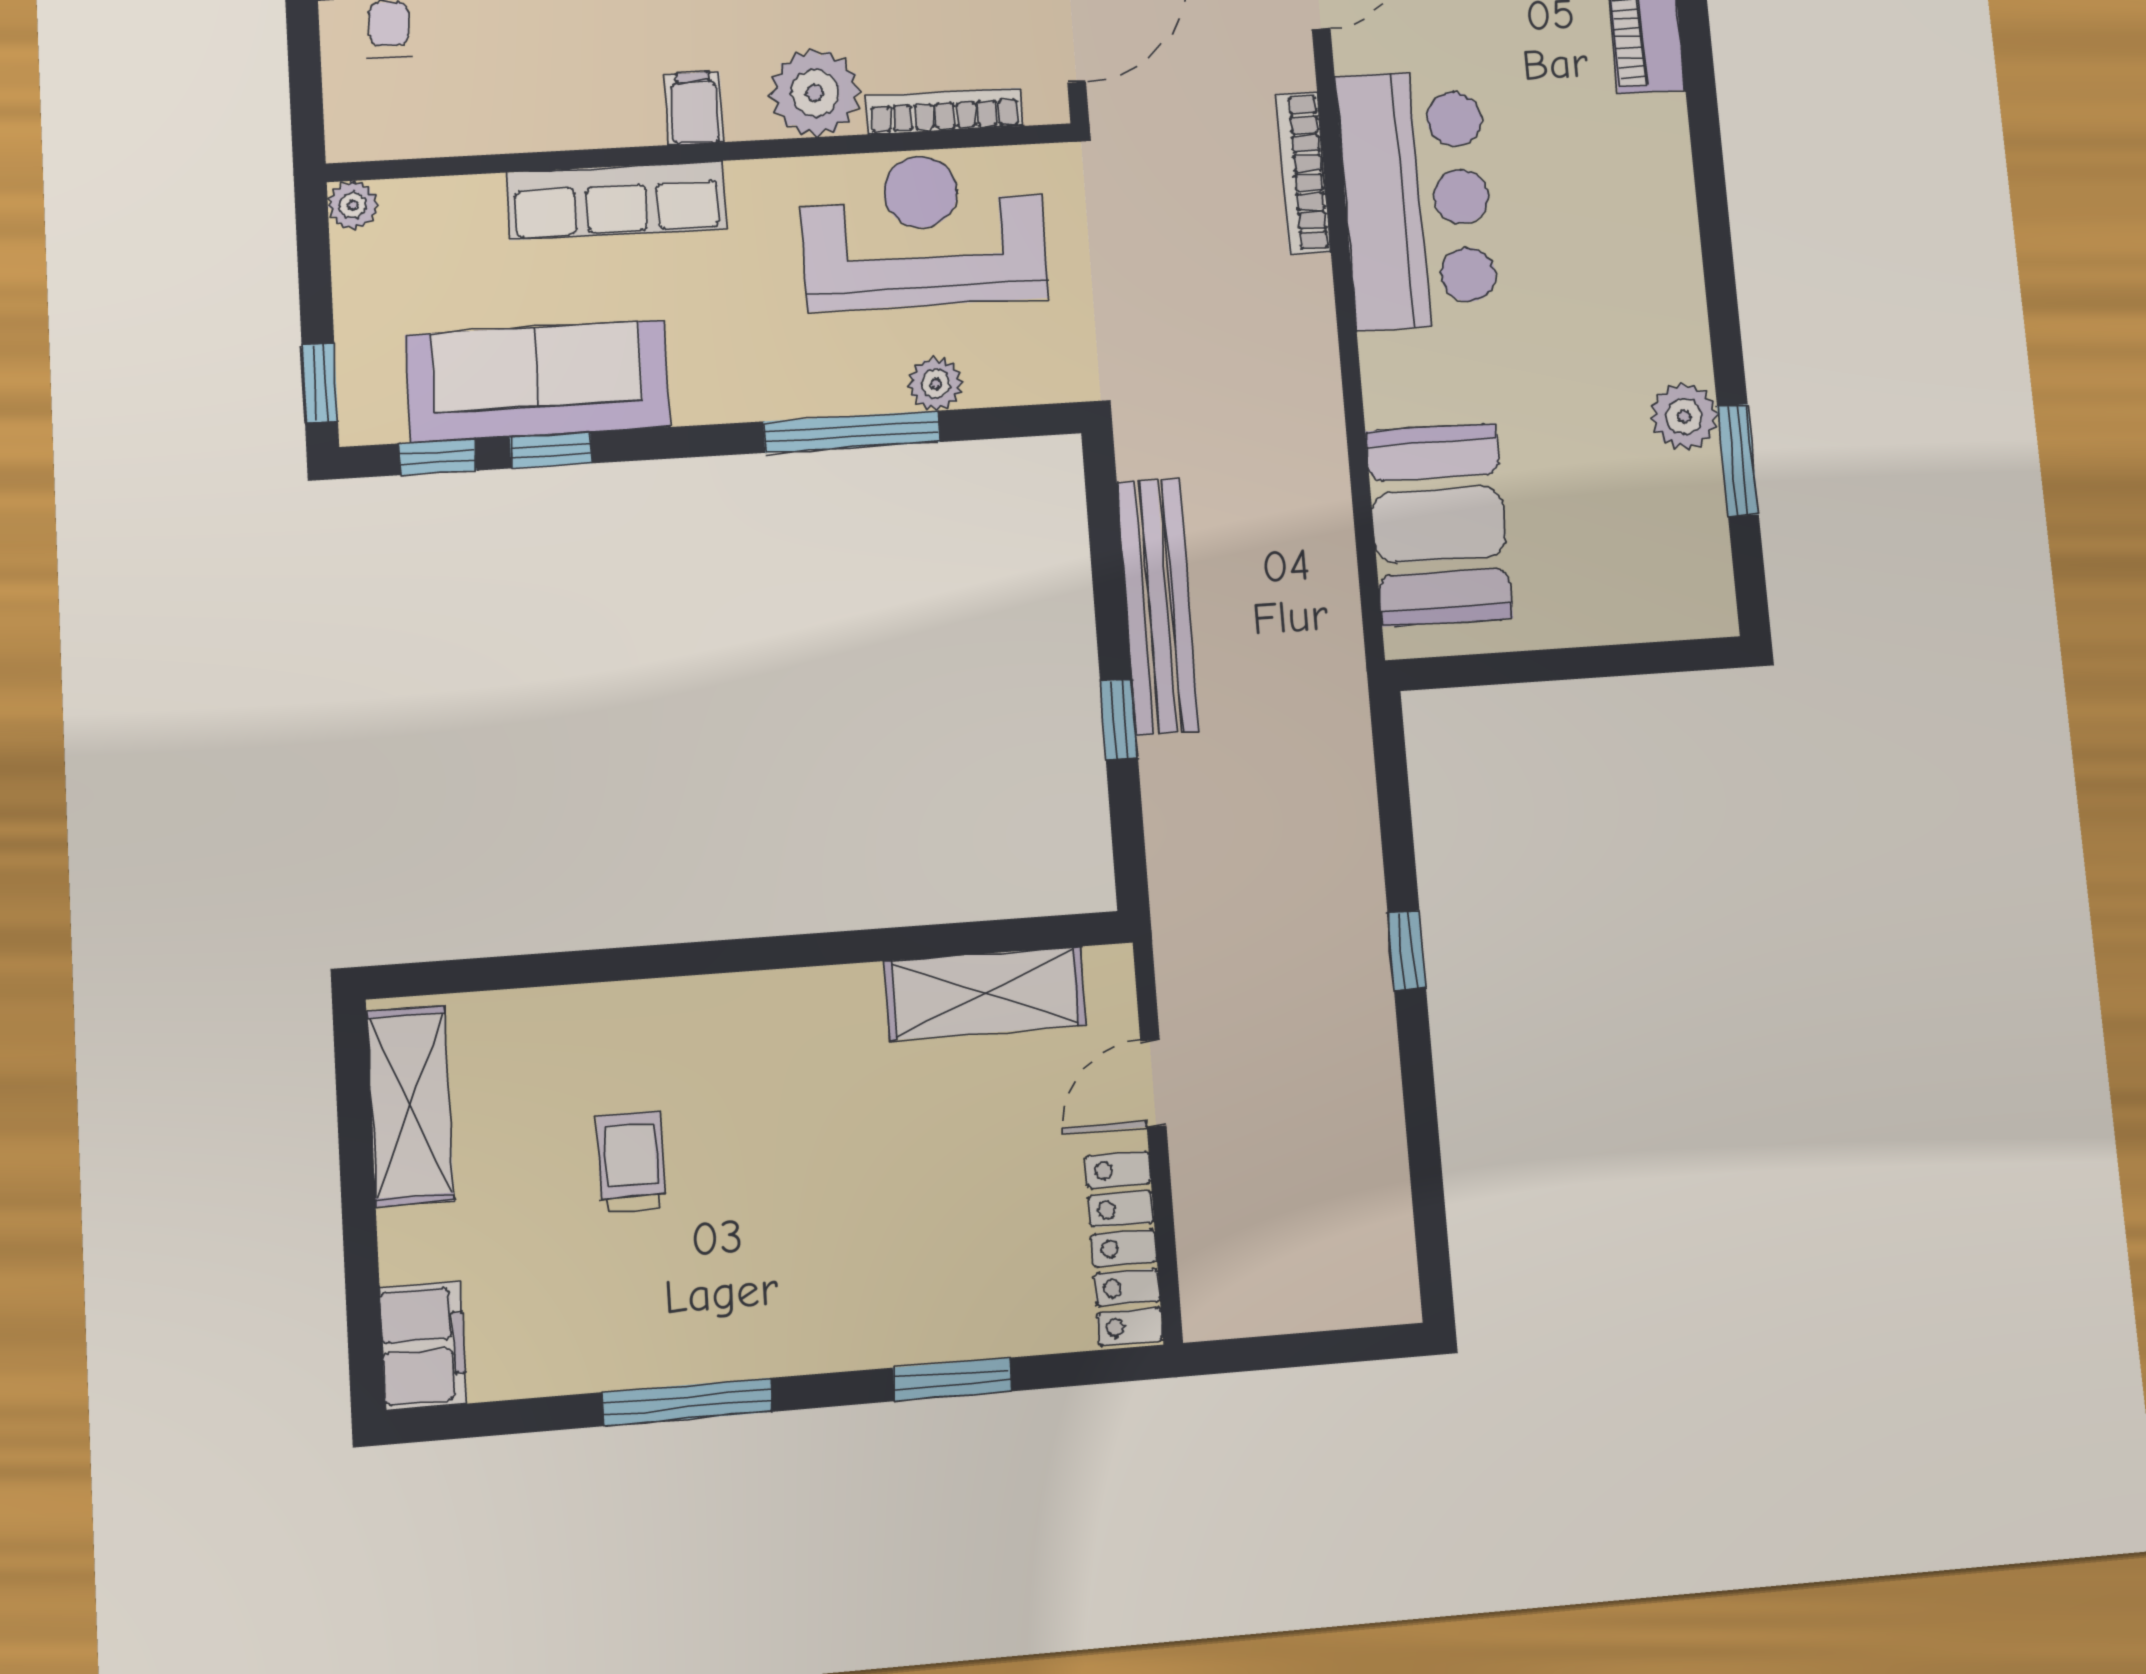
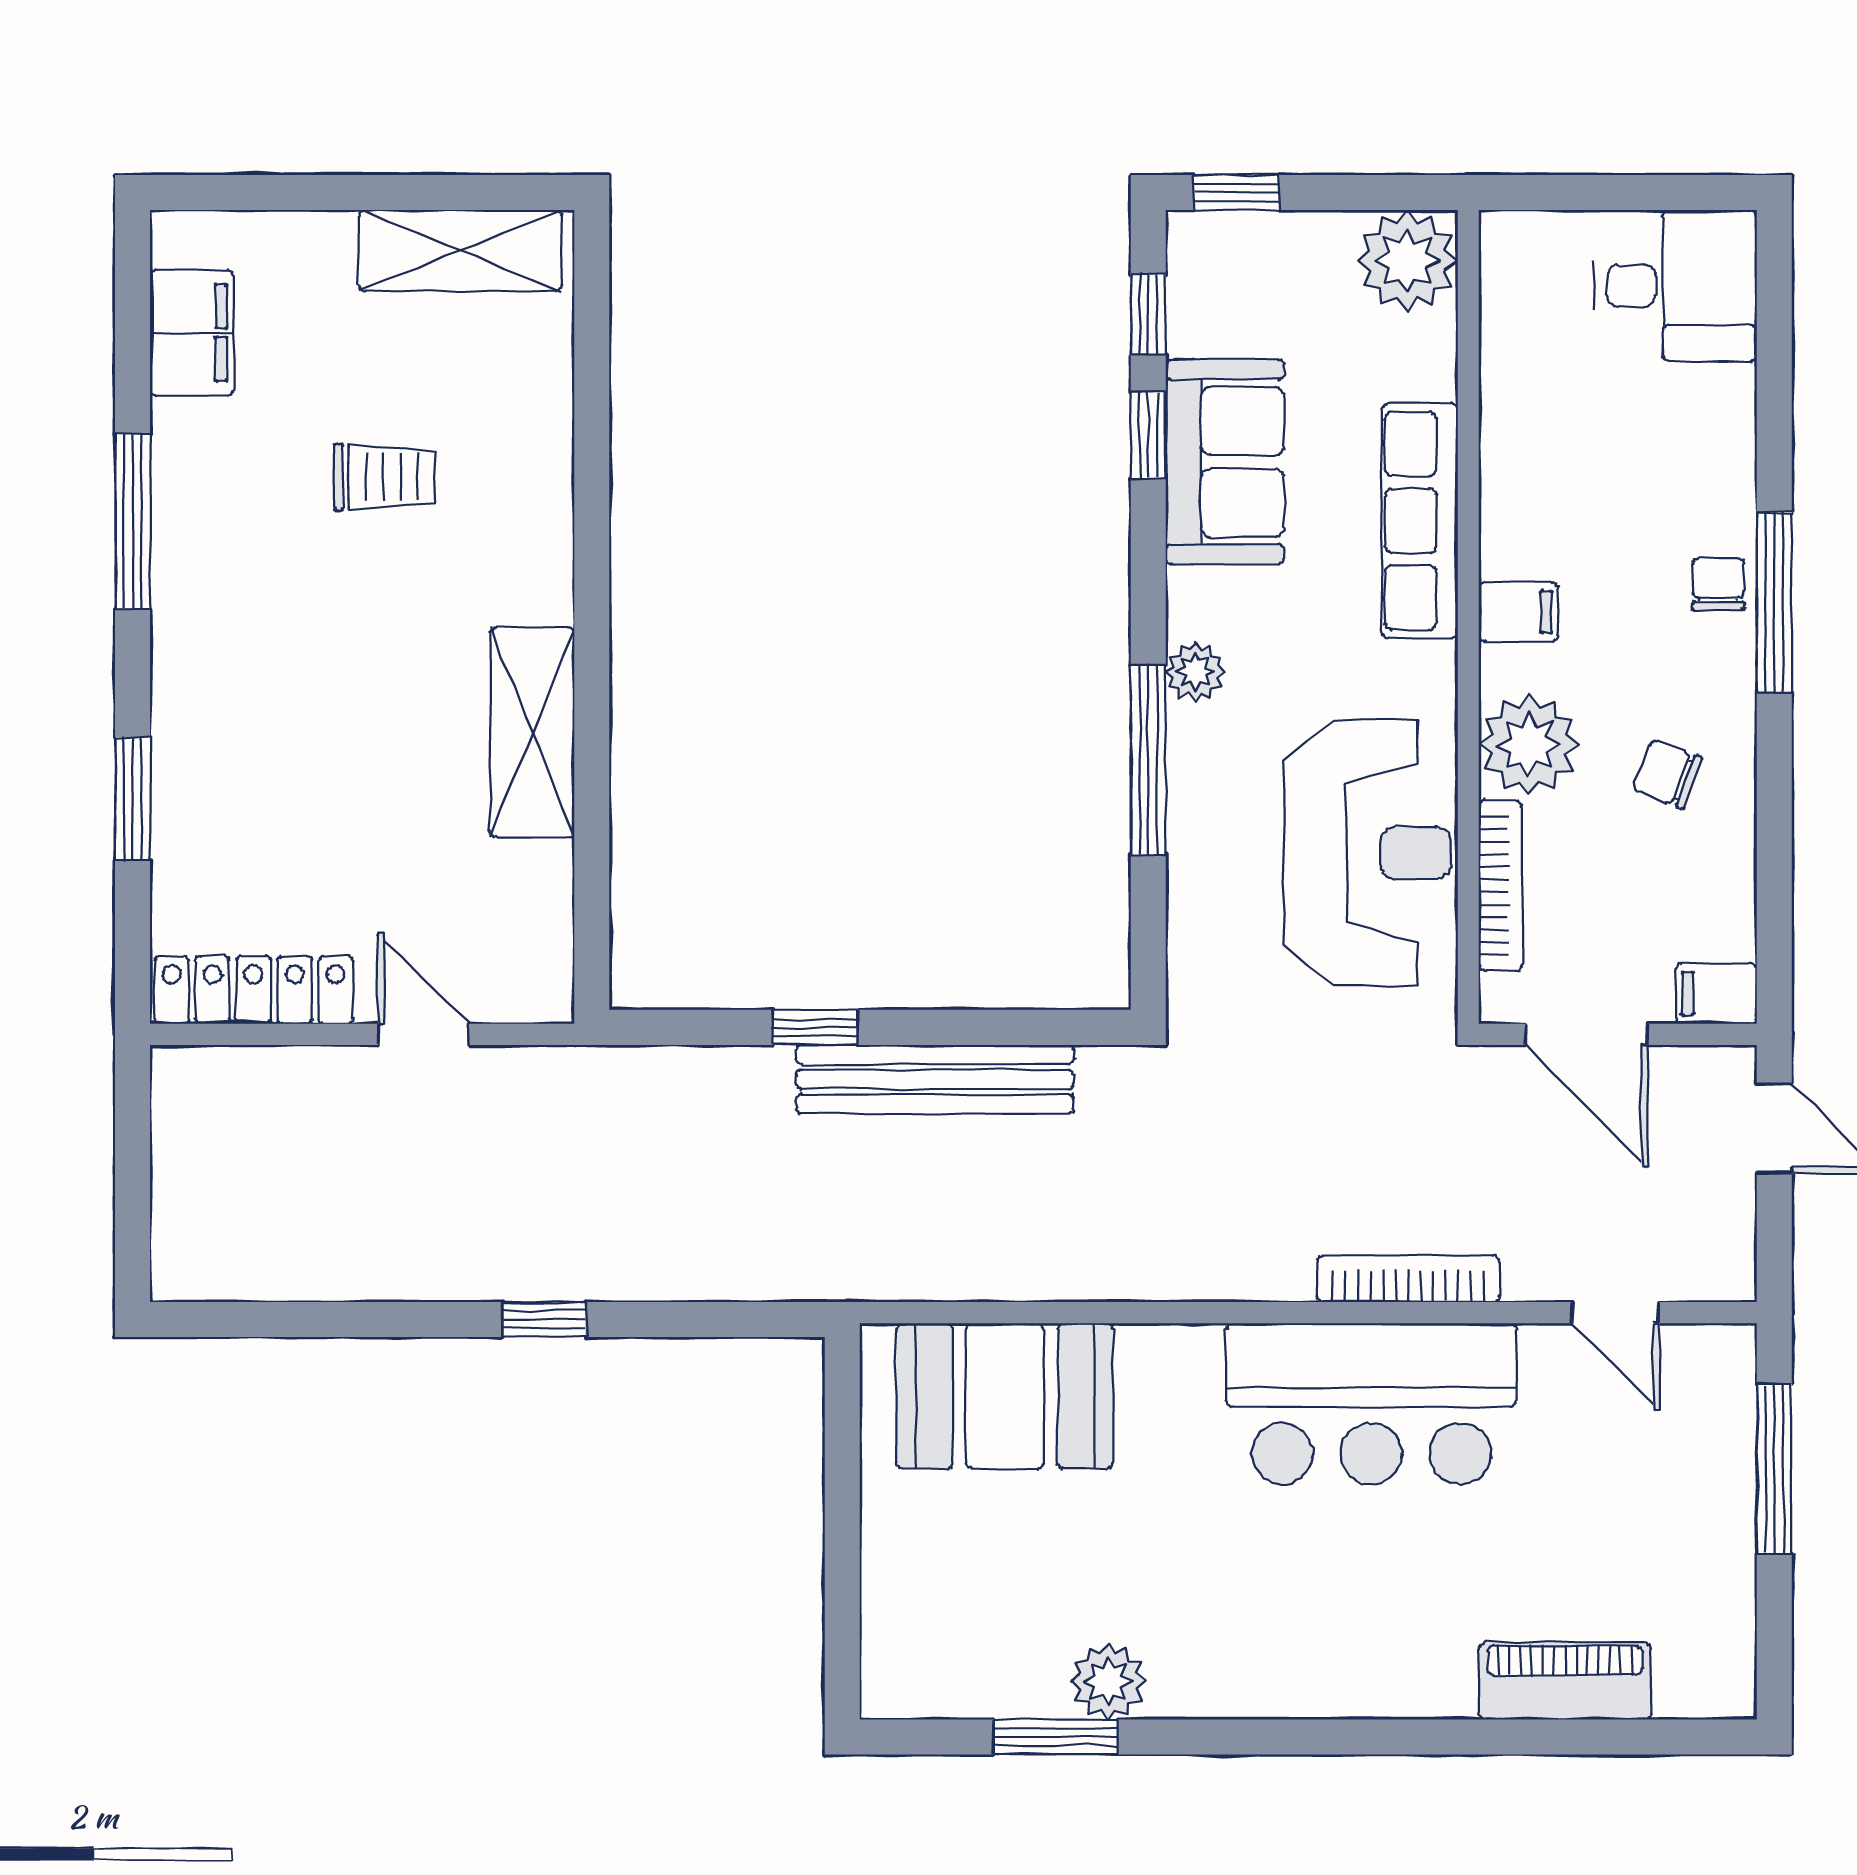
plant: (353, 205) -> (1407, 261), width x1.88, depth x1.88
sofa: (538, 381) -> (1225, 462), width x0.73
plant: (936, 384) -> (1195, 672), moved
shelving: (985, 993) -> (532, 733), moved
filing cabinet: (423, 1346) -> (192, 333), moved, turned -90

